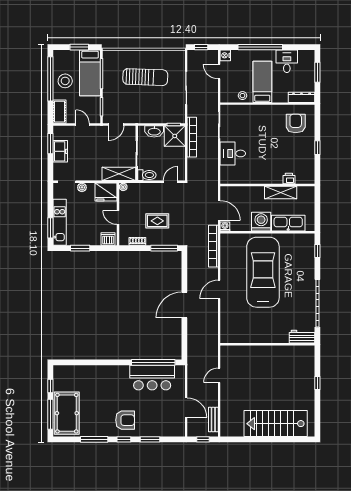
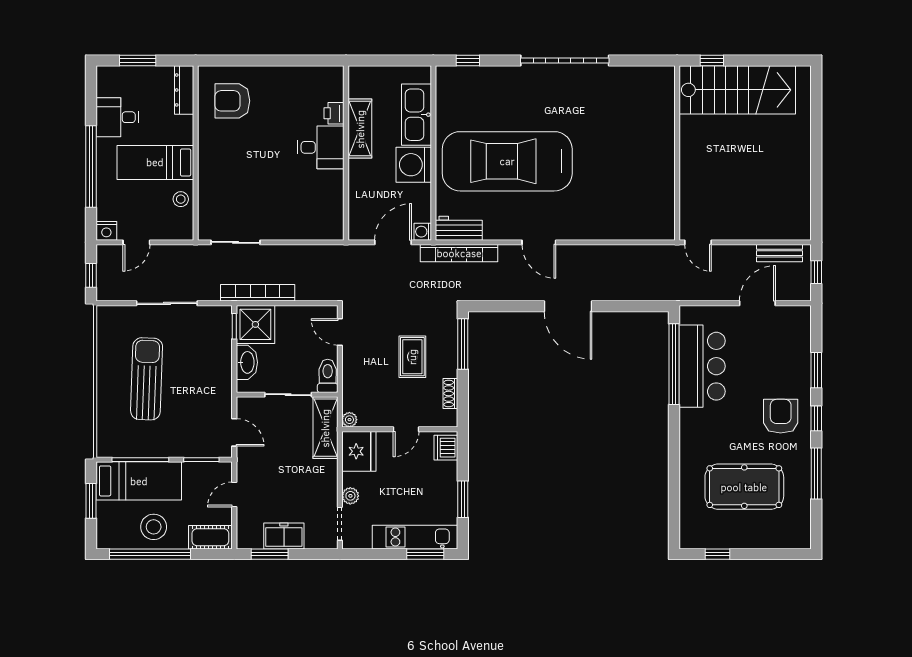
window: (317, 148) -> (277, 61), removed
desk: (233, 153) -> (321, 147), moved, turned -90
workbench: (302, 337) -> (459, 228), moved, turned 90
wall: (267, 344) -> (677, 153), moved
pool table: (67, 413) -> (744, 487), moved
window: (50, 414) -> (770, 554), removed
stairs: (276, 424) -> (737, 90), moved, turned -90

